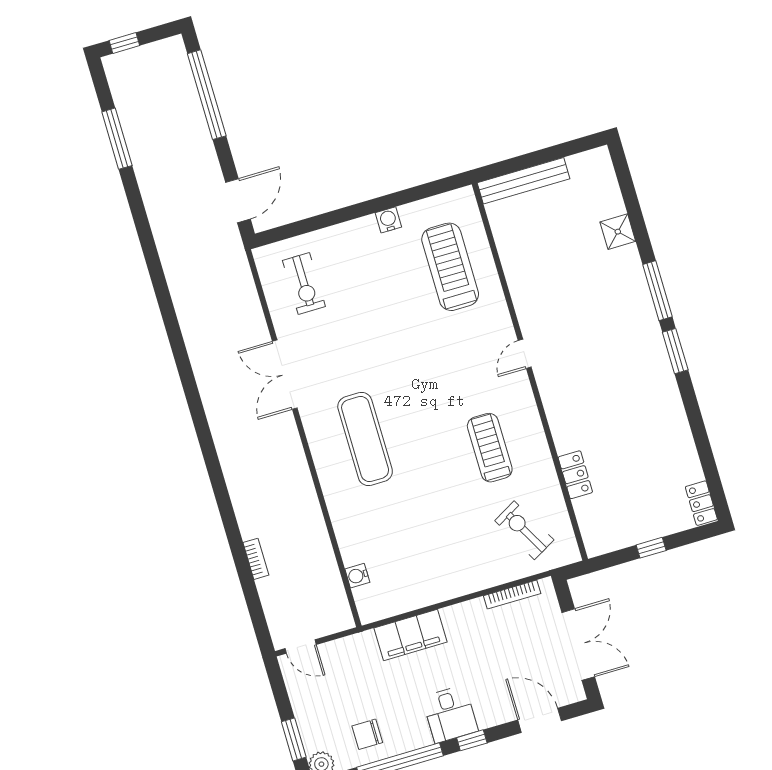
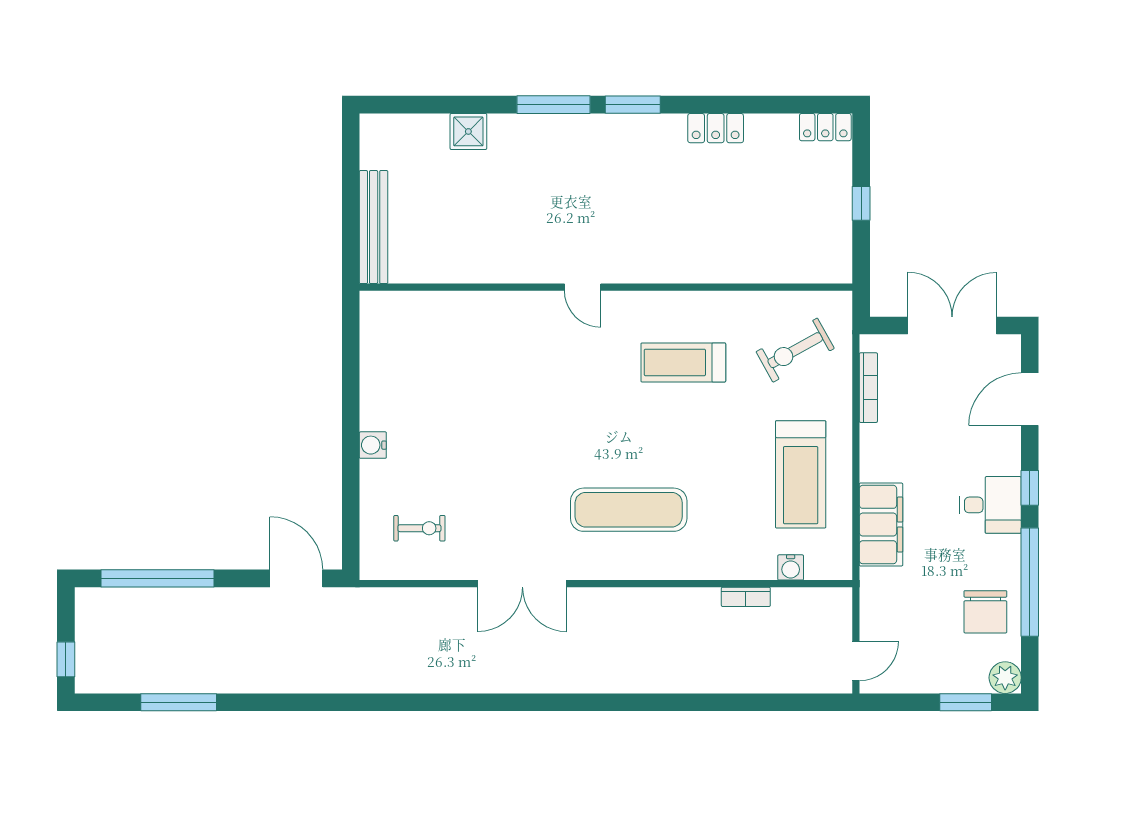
water cooler: (388, 220) -> (373, 445), moved
treadmill: (450, 267) -> (801, 474), moved, turned -90
exercise bike: (304, 283) -> (419, 528), width x0.73, depth x0.72
locker: (575, 475) -> (716, 128), moved, turned 180
bookcase: (256, 559) -> (746, 597), moved, turned 180
chair: (367, 734) -> (985, 612), width x1.37, depth x1.37

